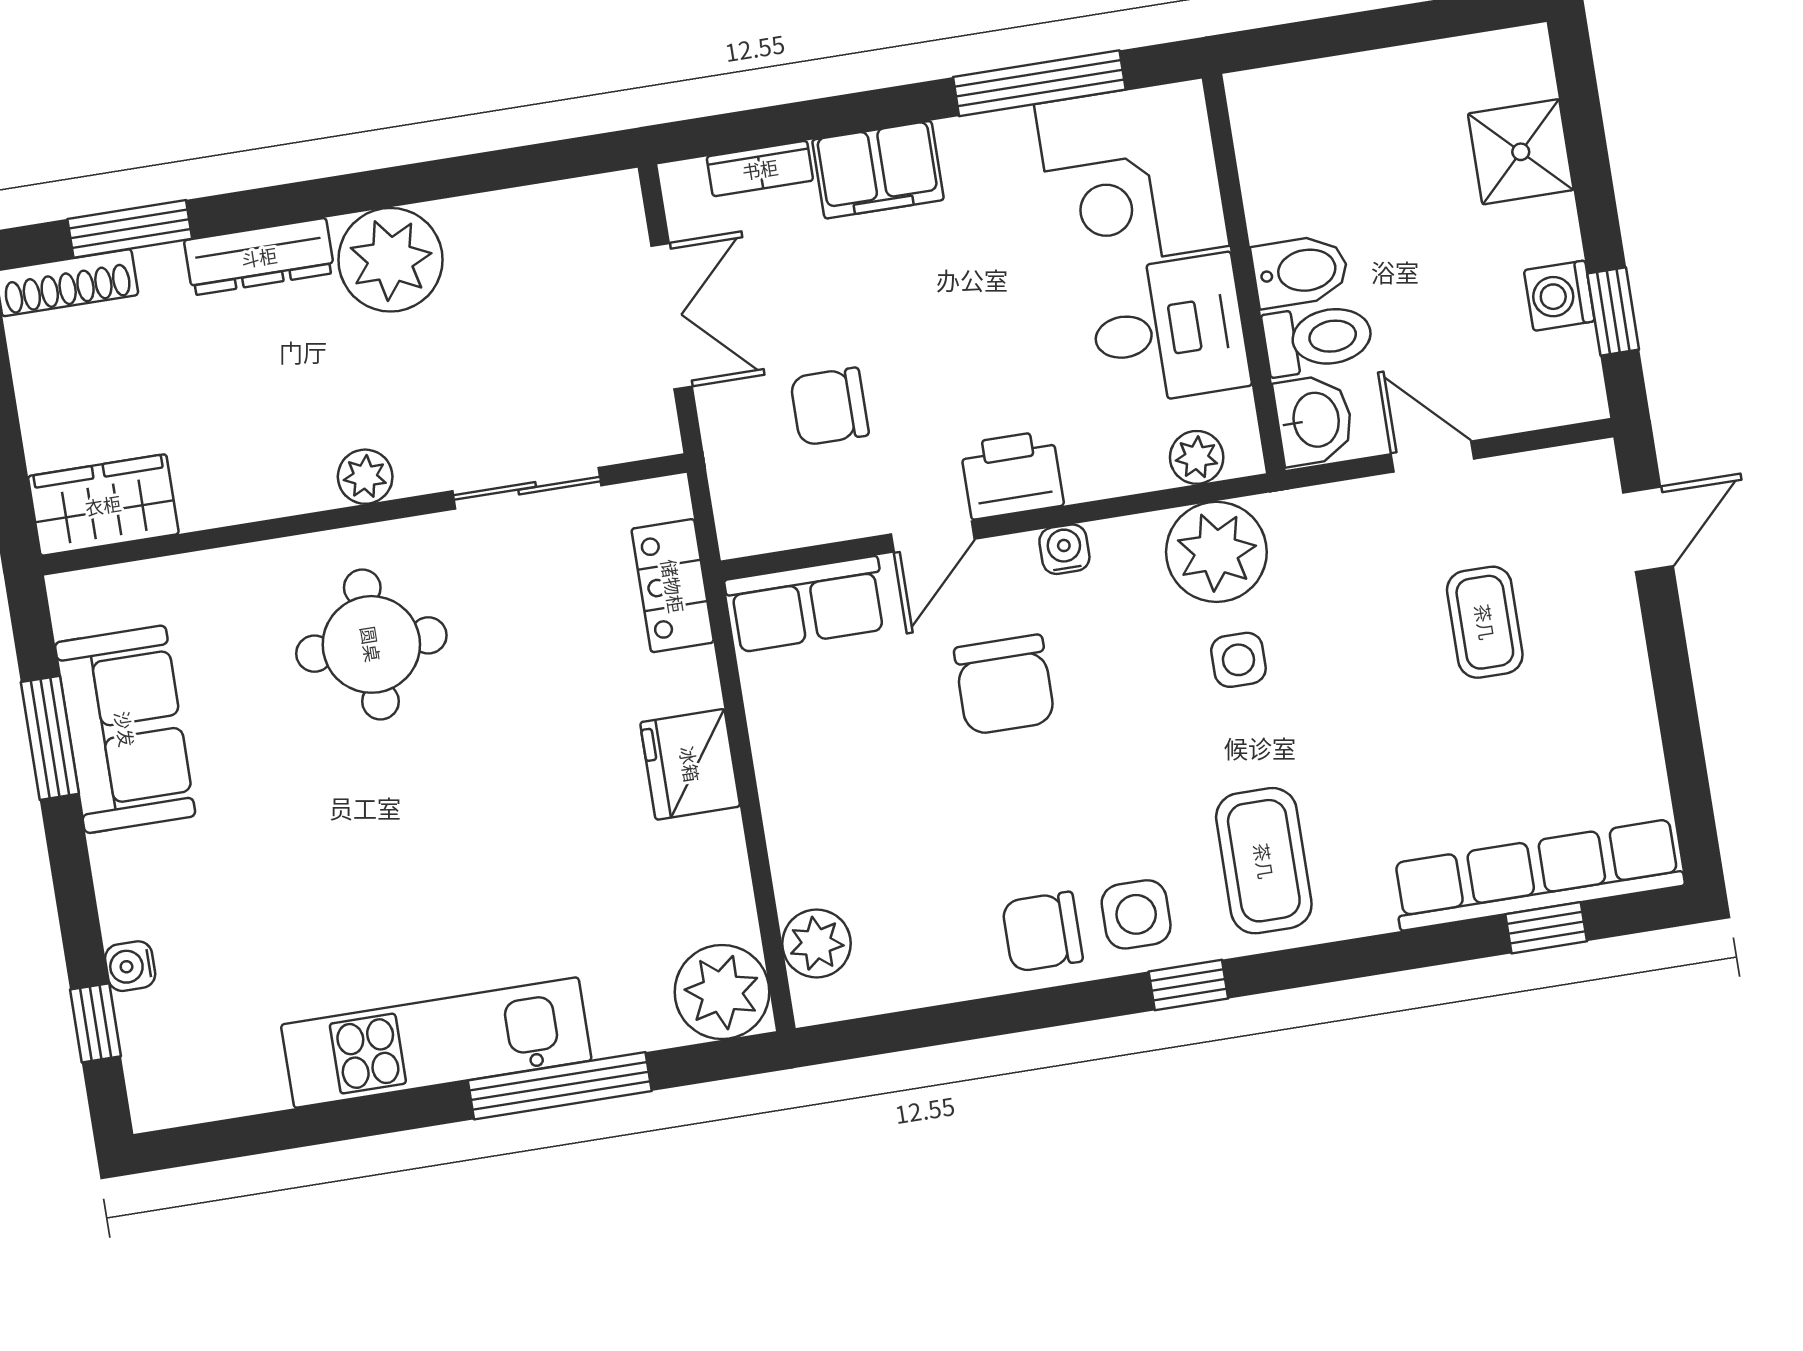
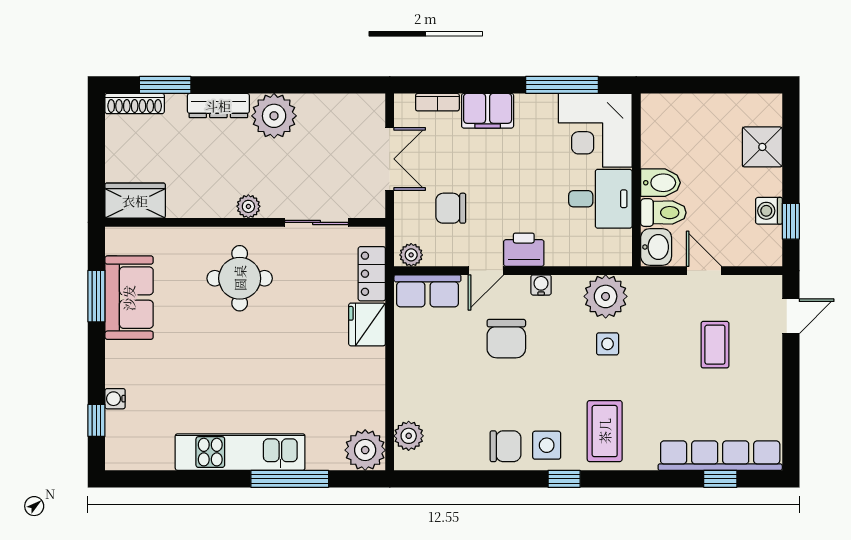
plant: (1197, 457) -> (411, 255), moved
fridge: (690, 764) -> (367, 324), moved
chair: (1042, 932) -> (506, 446), turned 180

